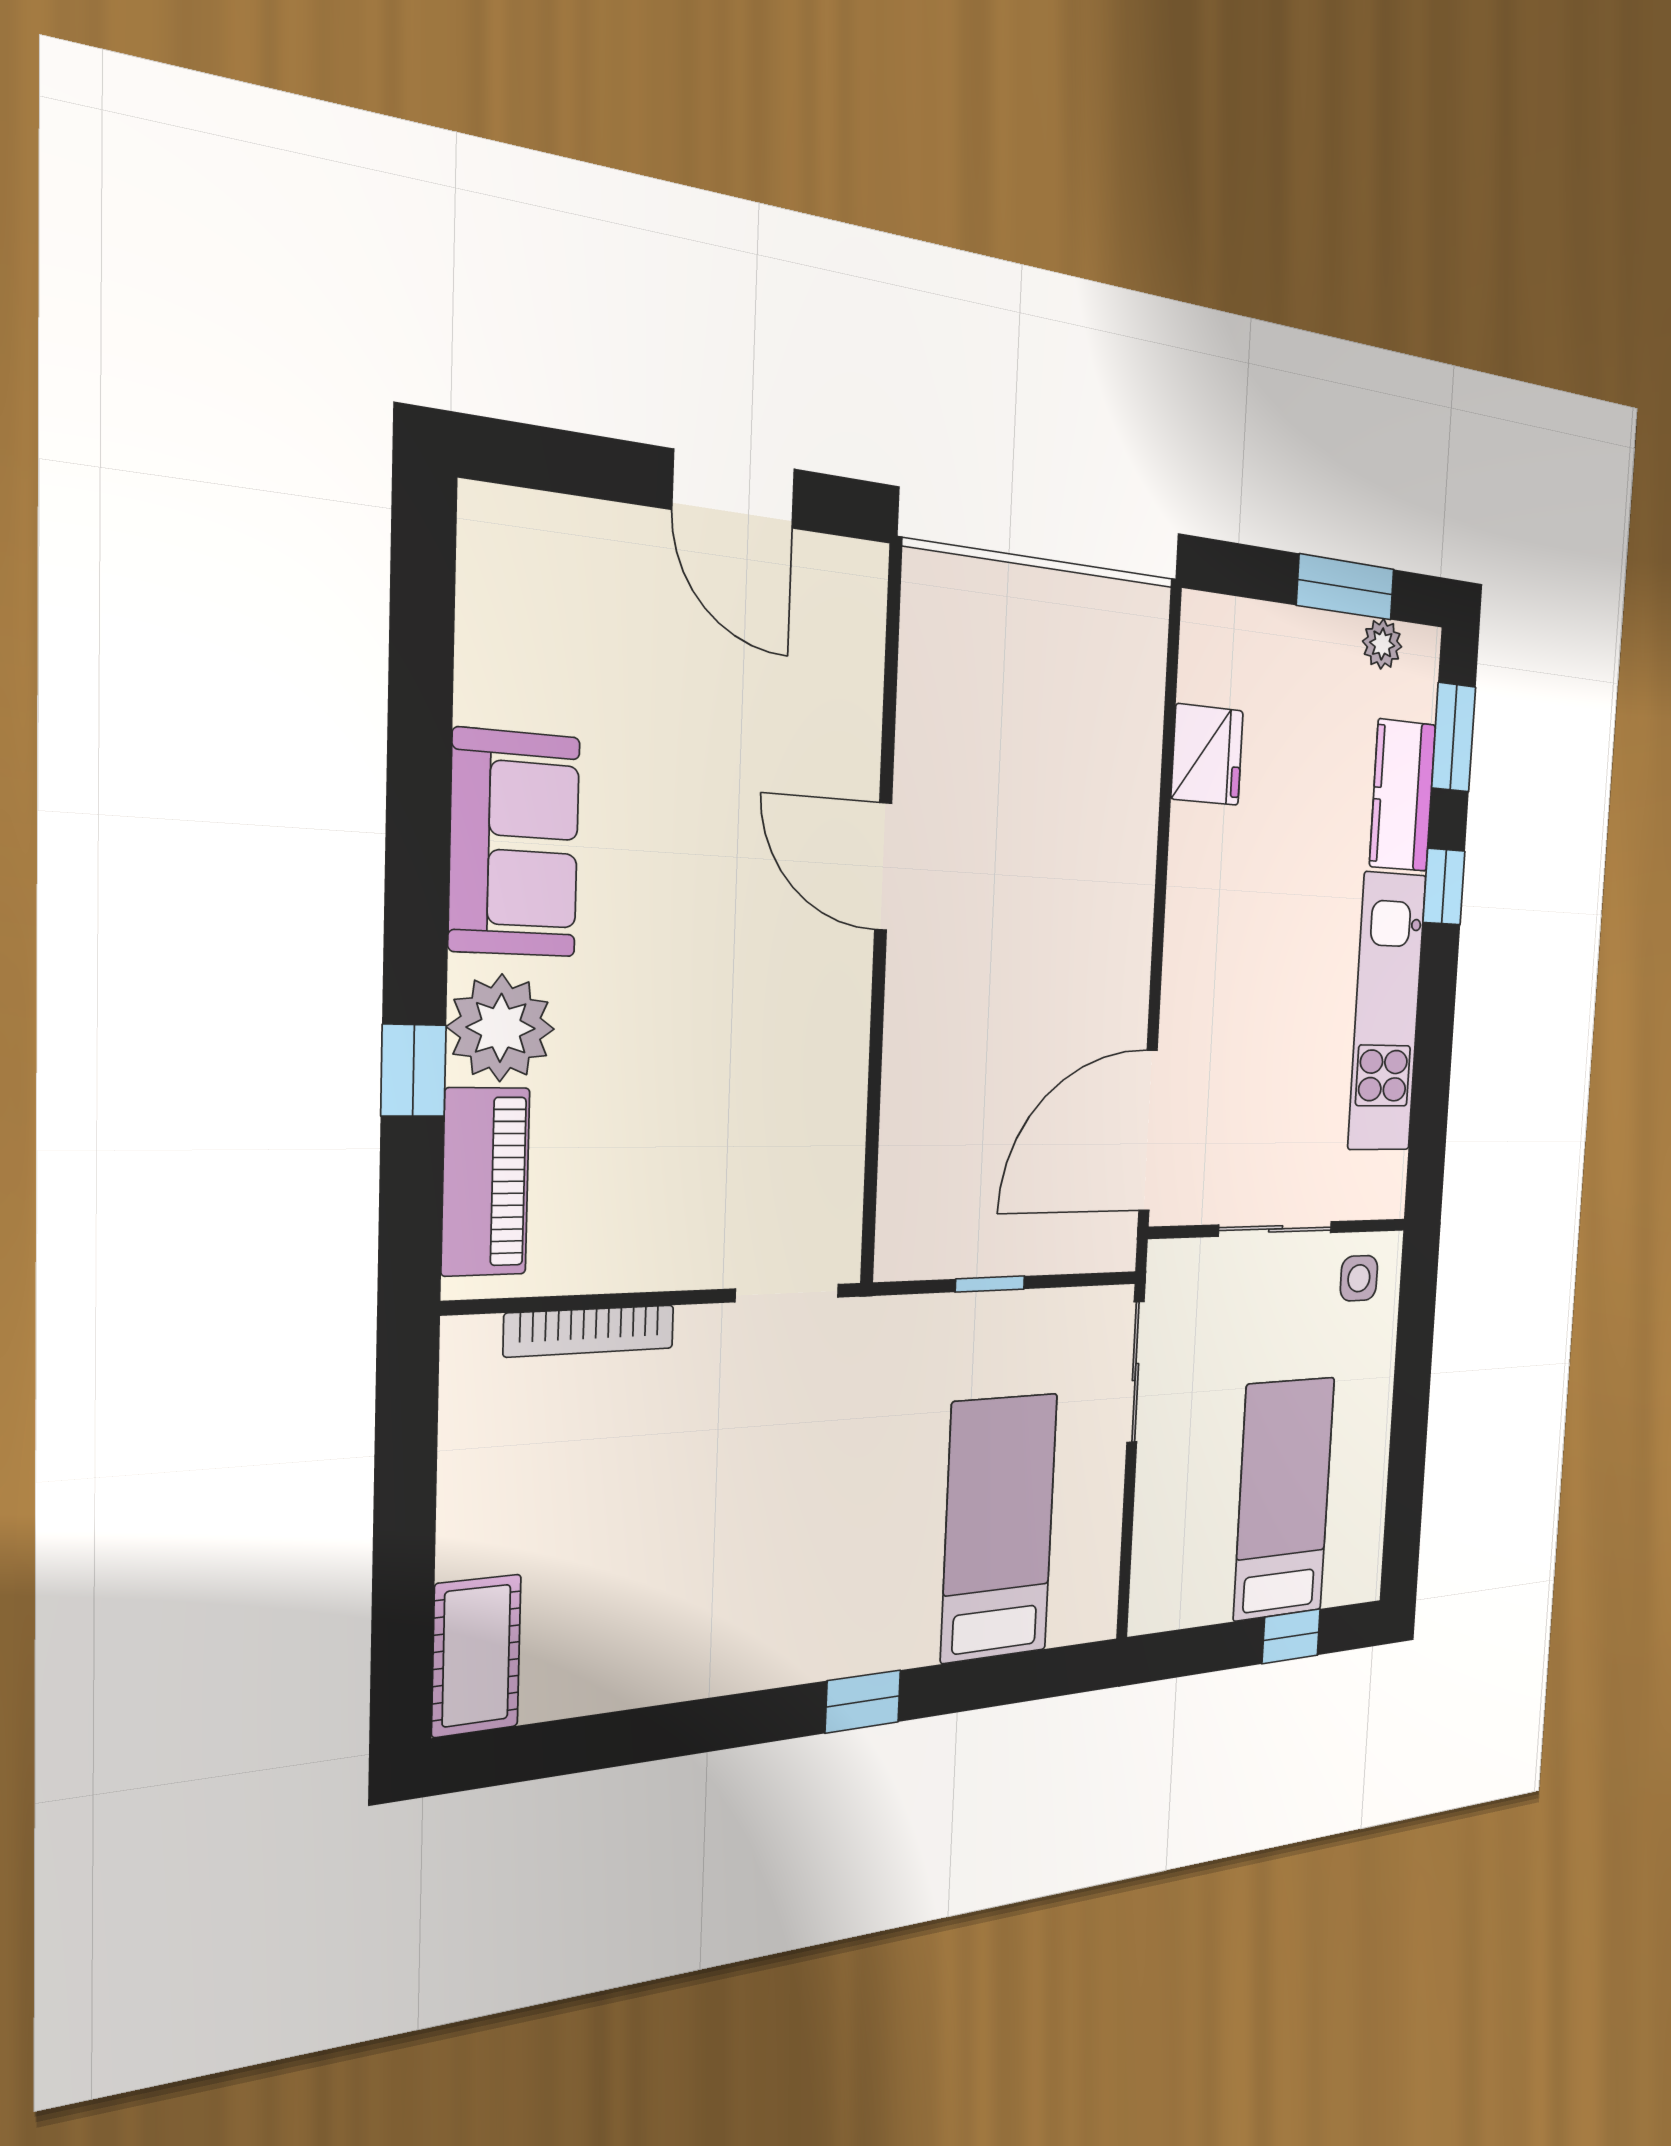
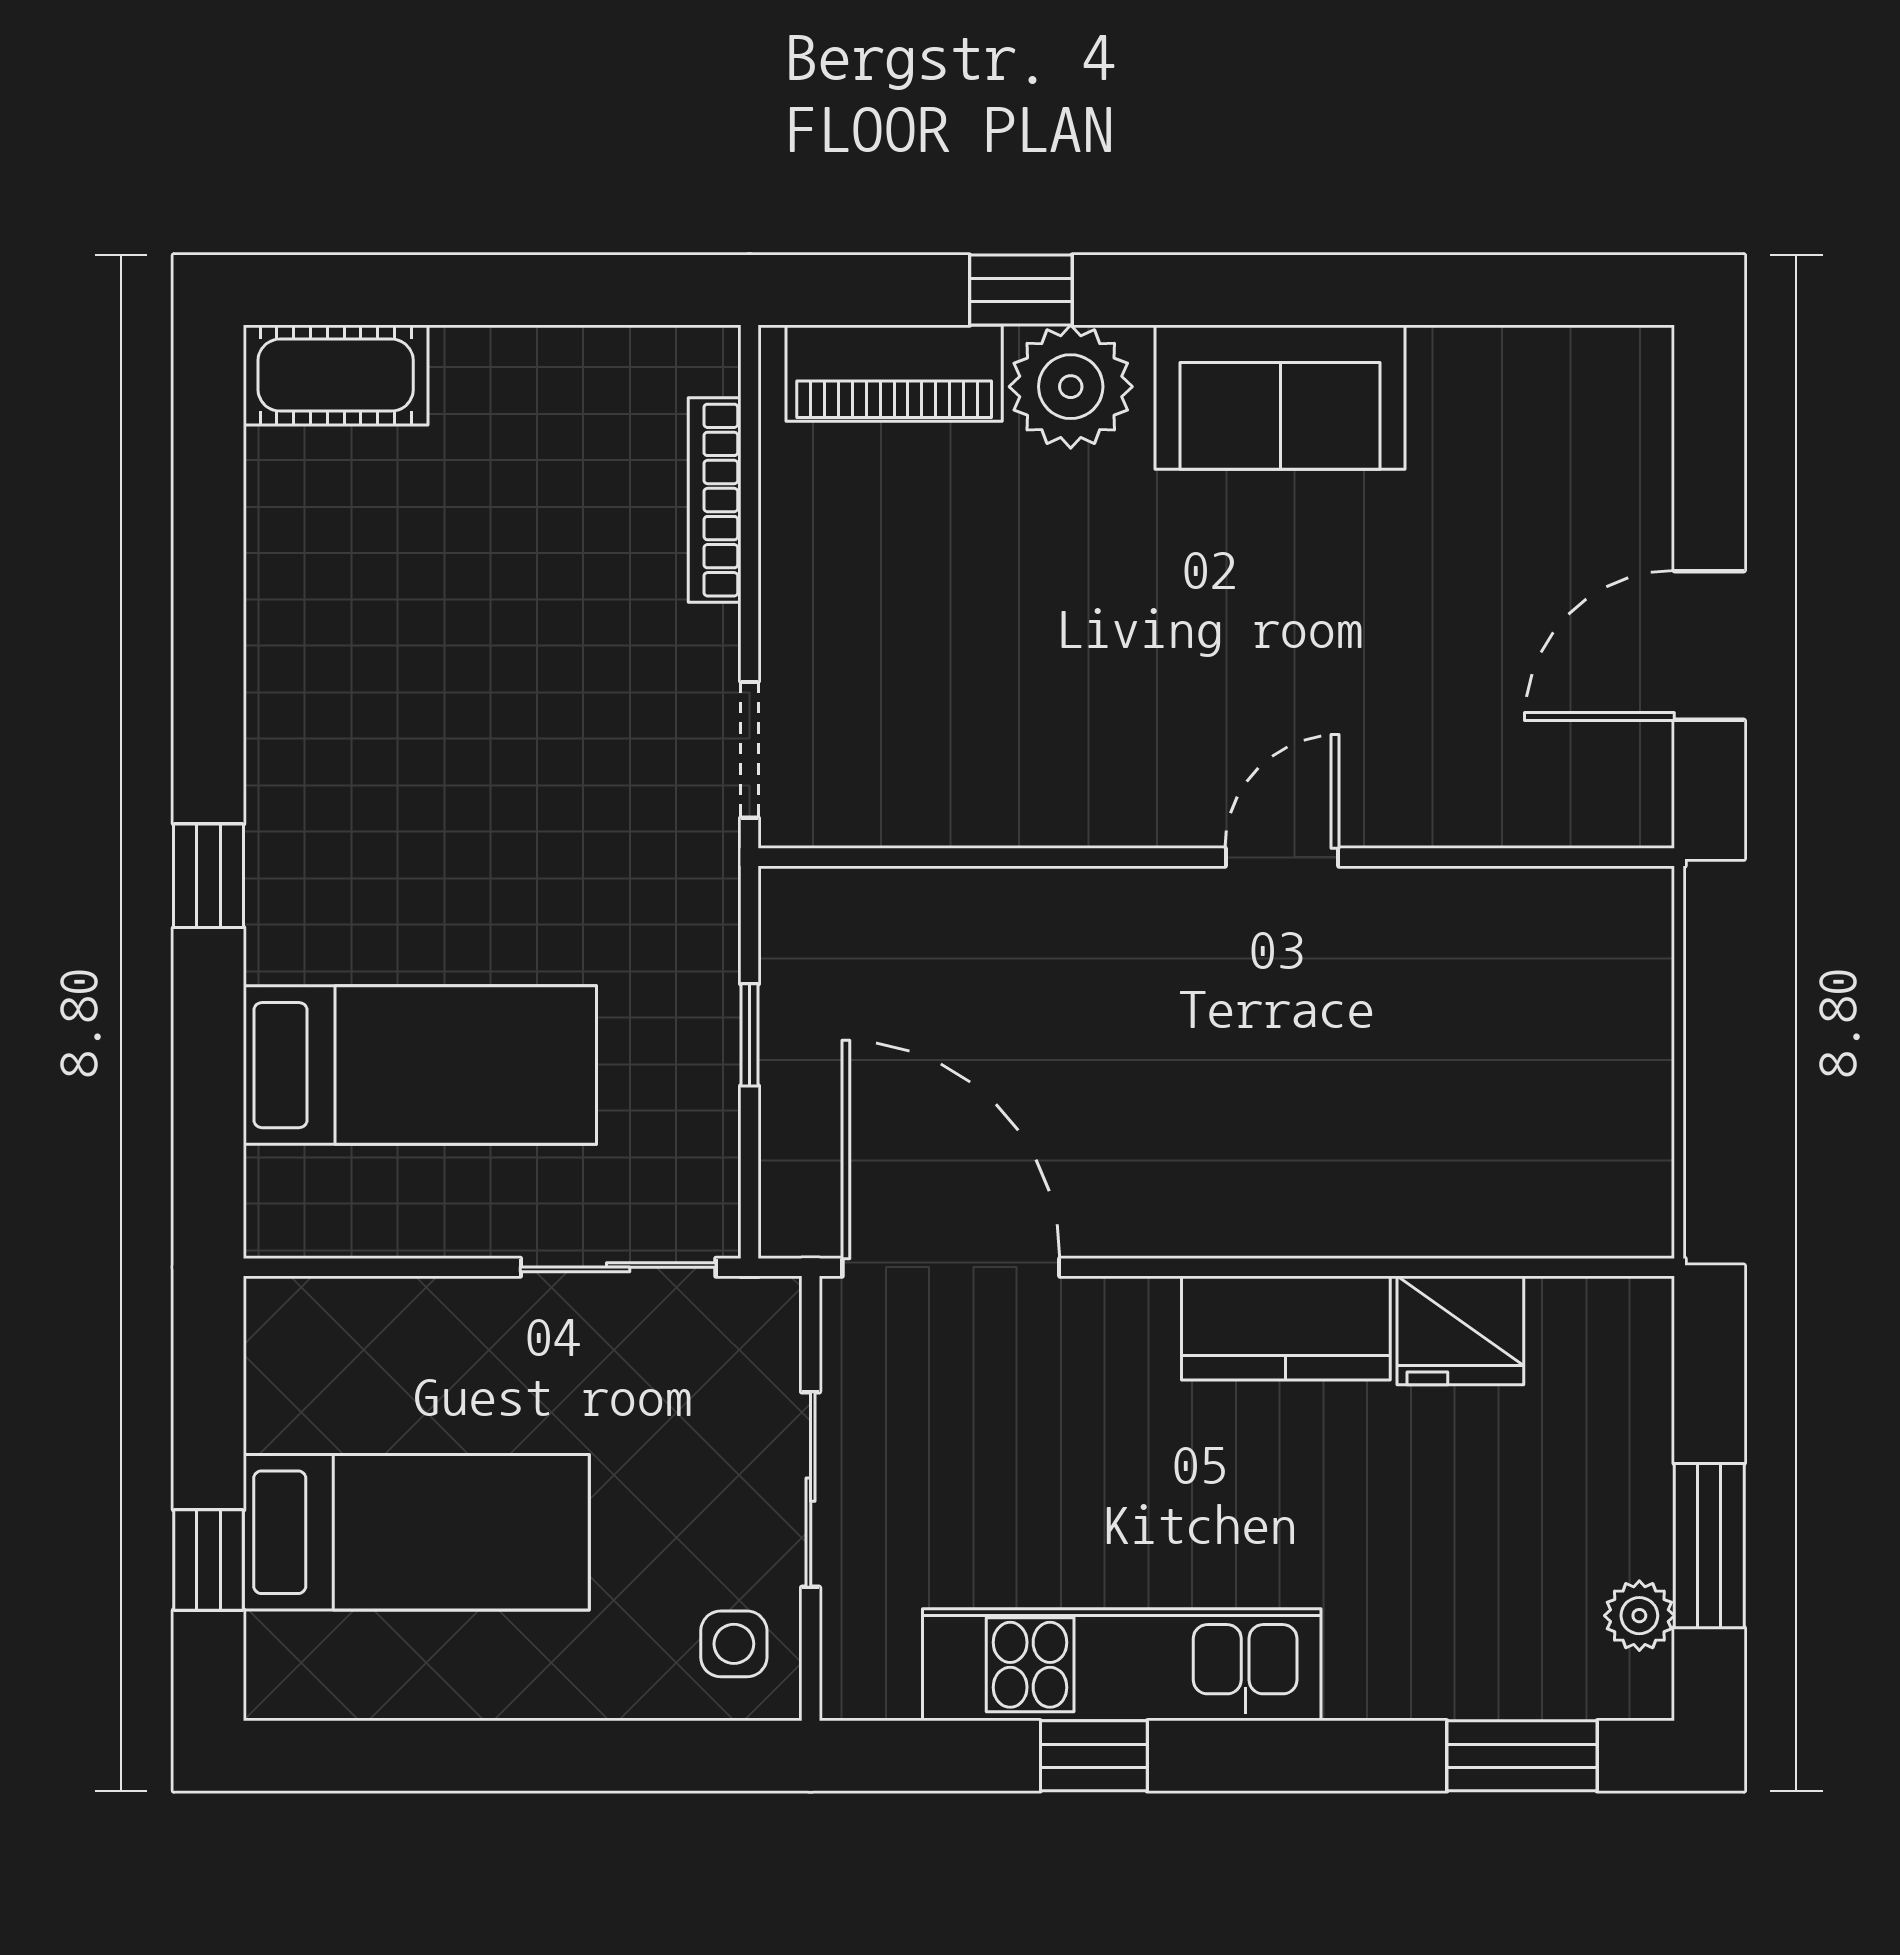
kitchen counter: (1403, 795) -> (1286, 1328), moved, turned 180
door: (883, 866) -> (1282, 857), width x0.73
window: (1444, 887) -> (1094, 1756), moved

